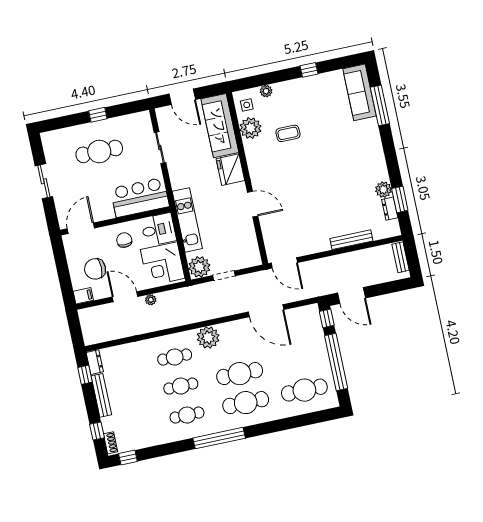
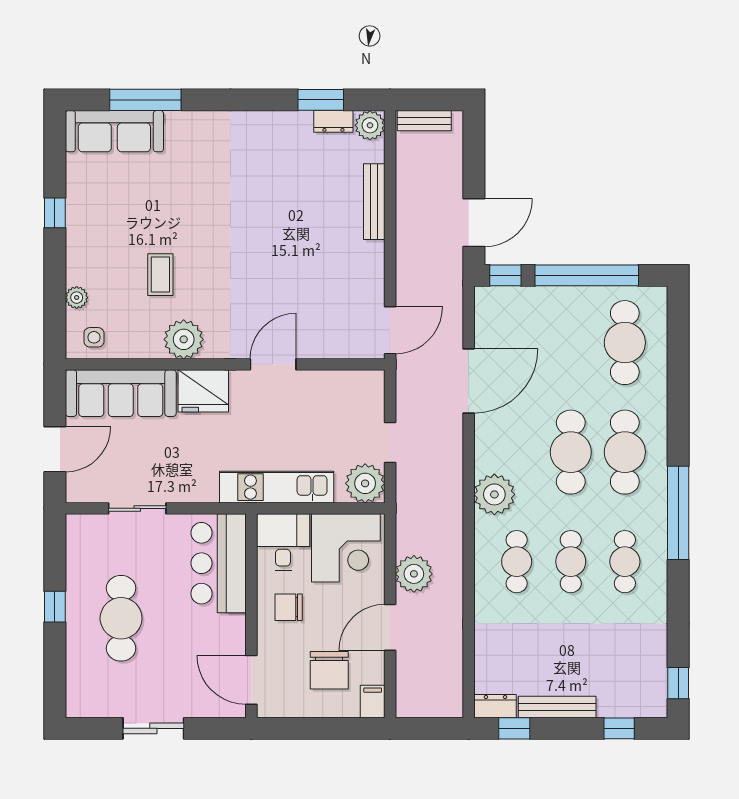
plant: (250, 128) -> (184, 339), moved
plant: (383, 190) -> (370, 125), moved
plant: (151, 300) -> (414, 574), width x1.87, depth x1.87
shoe rack: (111, 443) -> (645, 709), removed

